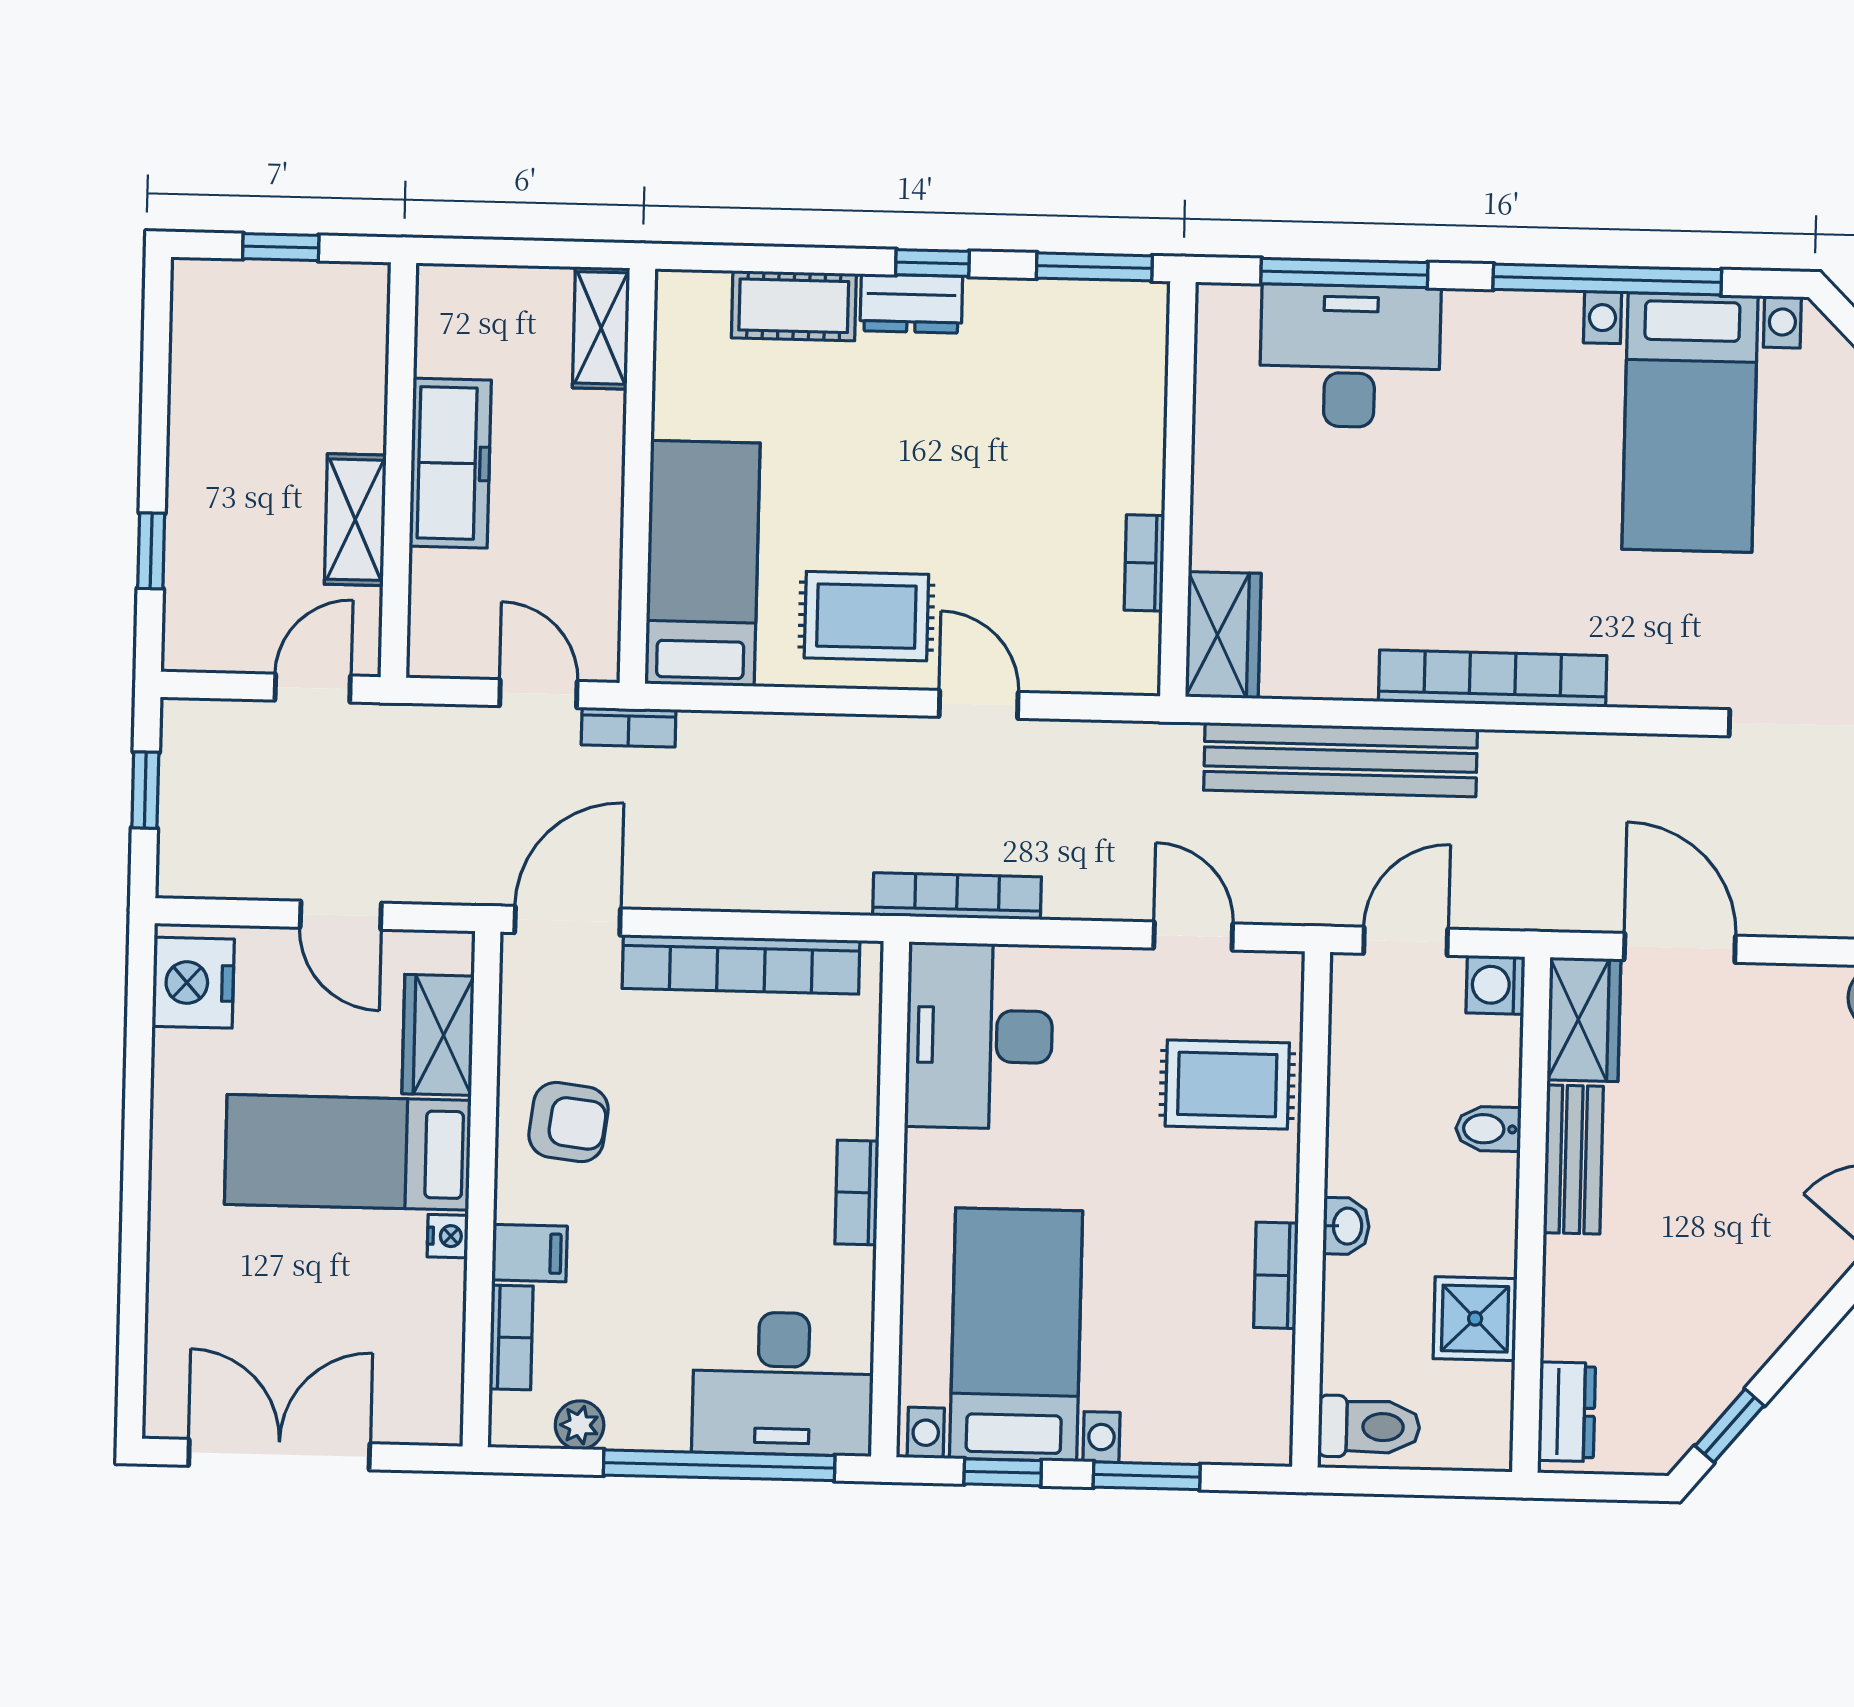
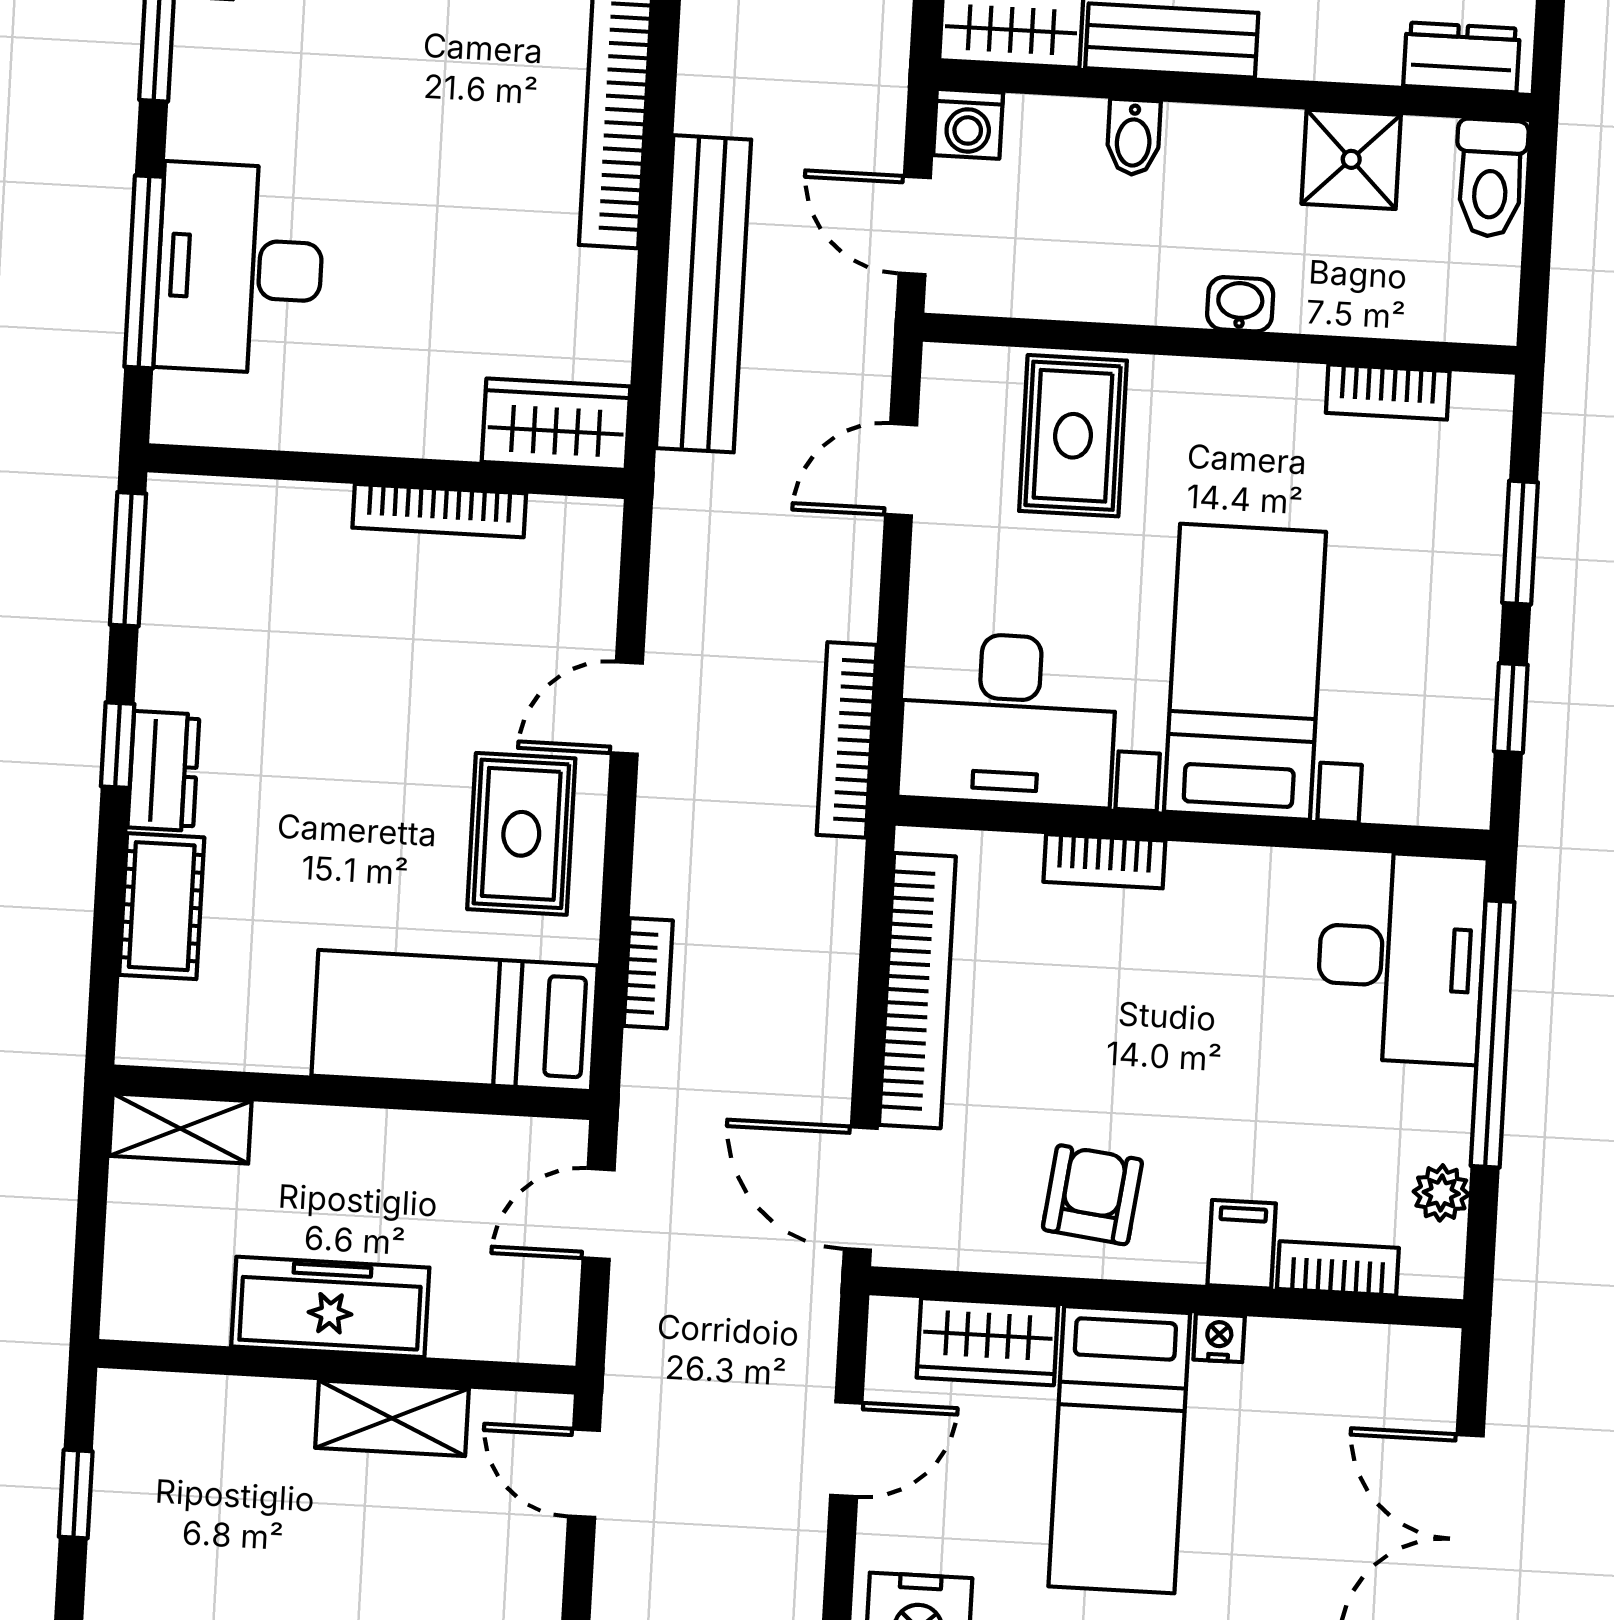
bookcase: (1144, 563) -> (439, 511), width x1.56
bookcase: (629, 727) -> (648, 973), moved
bookcase: (857, 1193) -> (1104, 861), moved
bookcase: (1276, 1275) -> (1388, 392), moved
bed with nightstands: (1016, 1335) -> (1245, 672), moved, turned 90
toilet: (1369, 1427) -> (1491, 178), moved, turned 180

